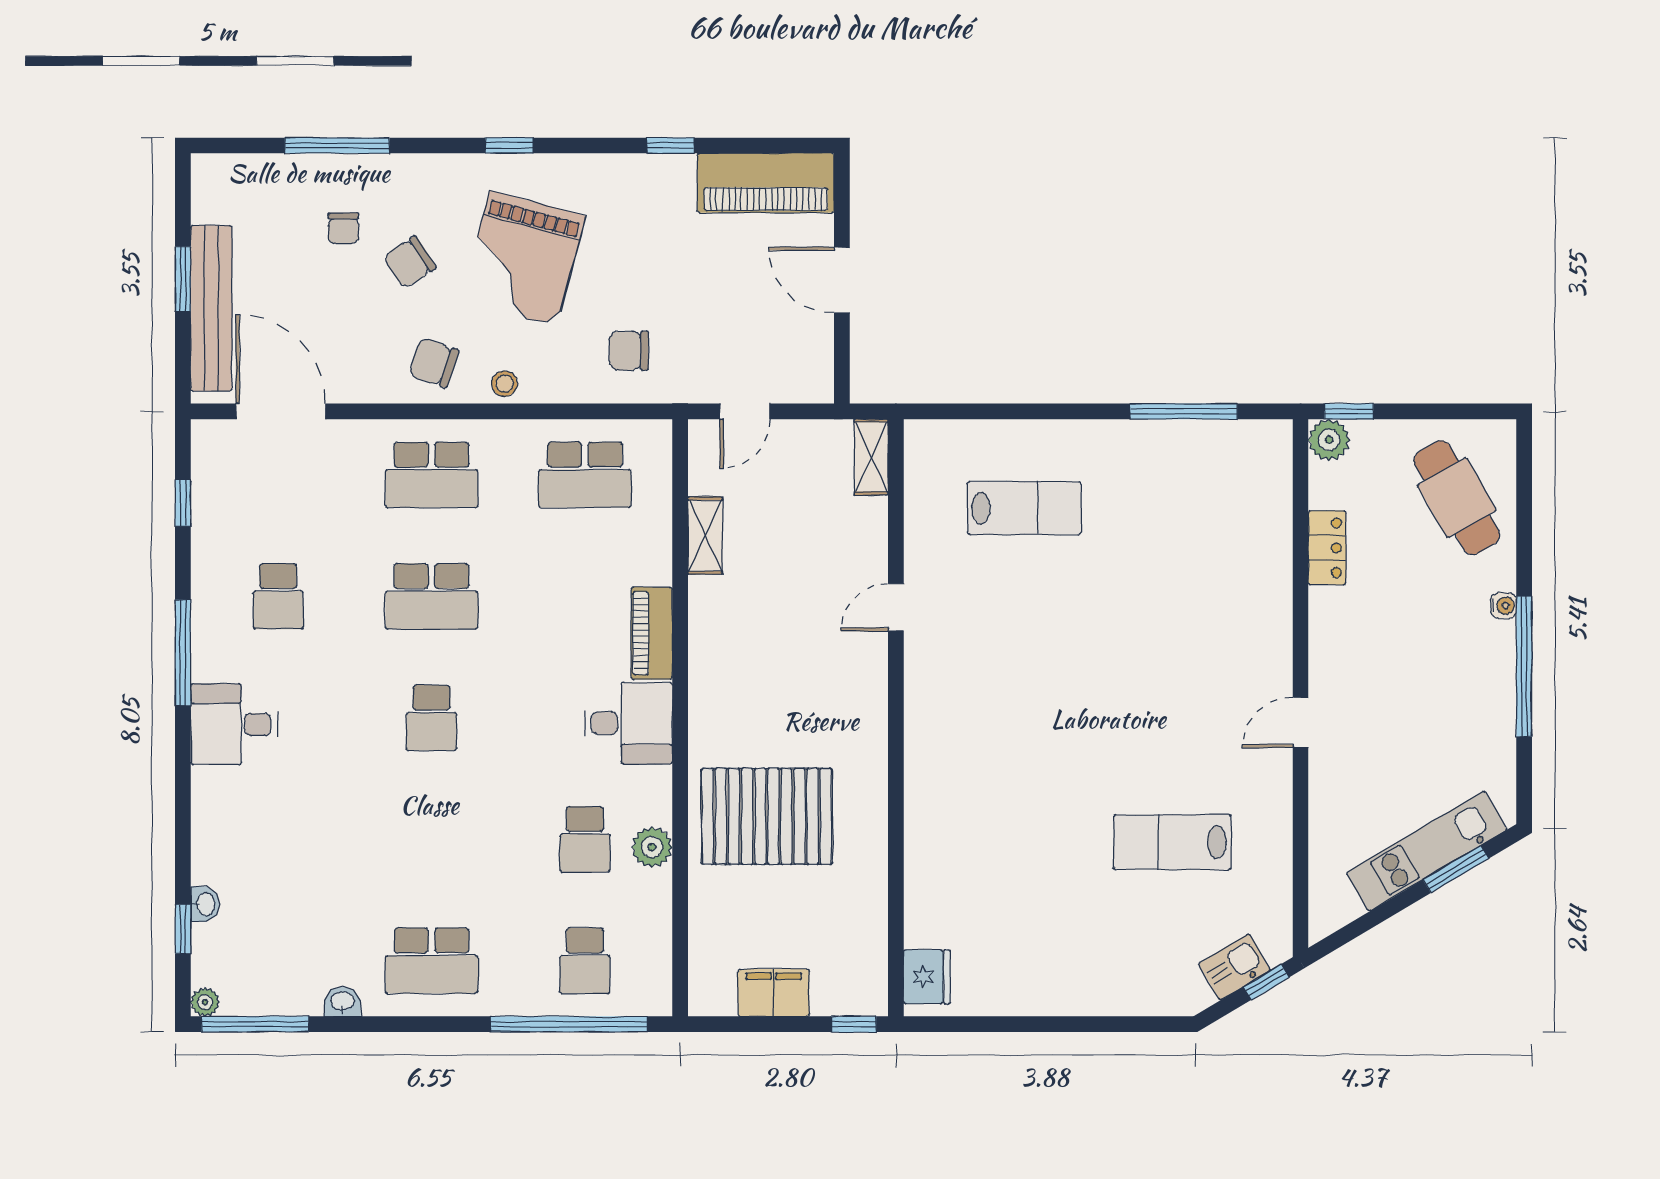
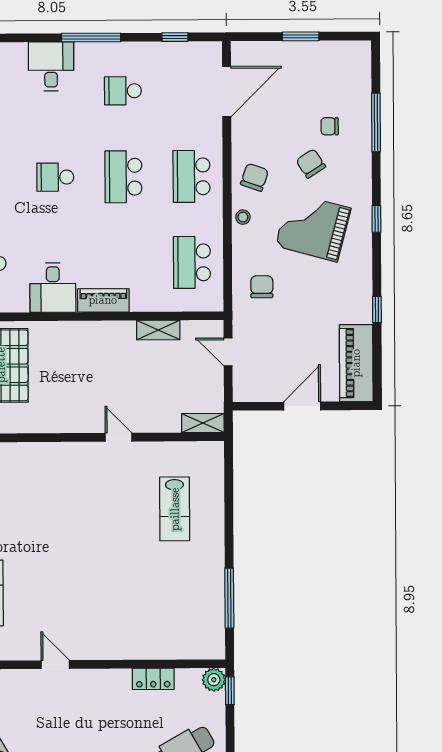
bench: (211, 308) -> (284, 52), removed

